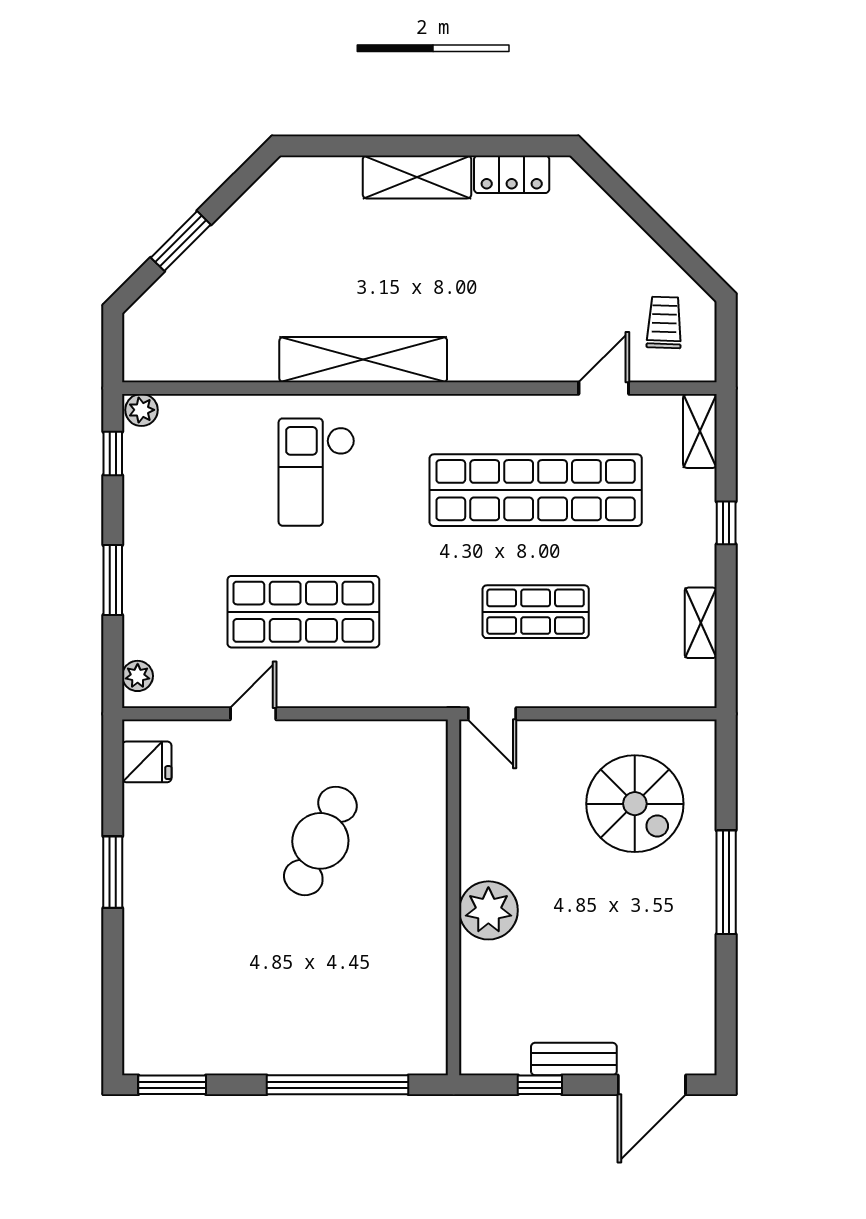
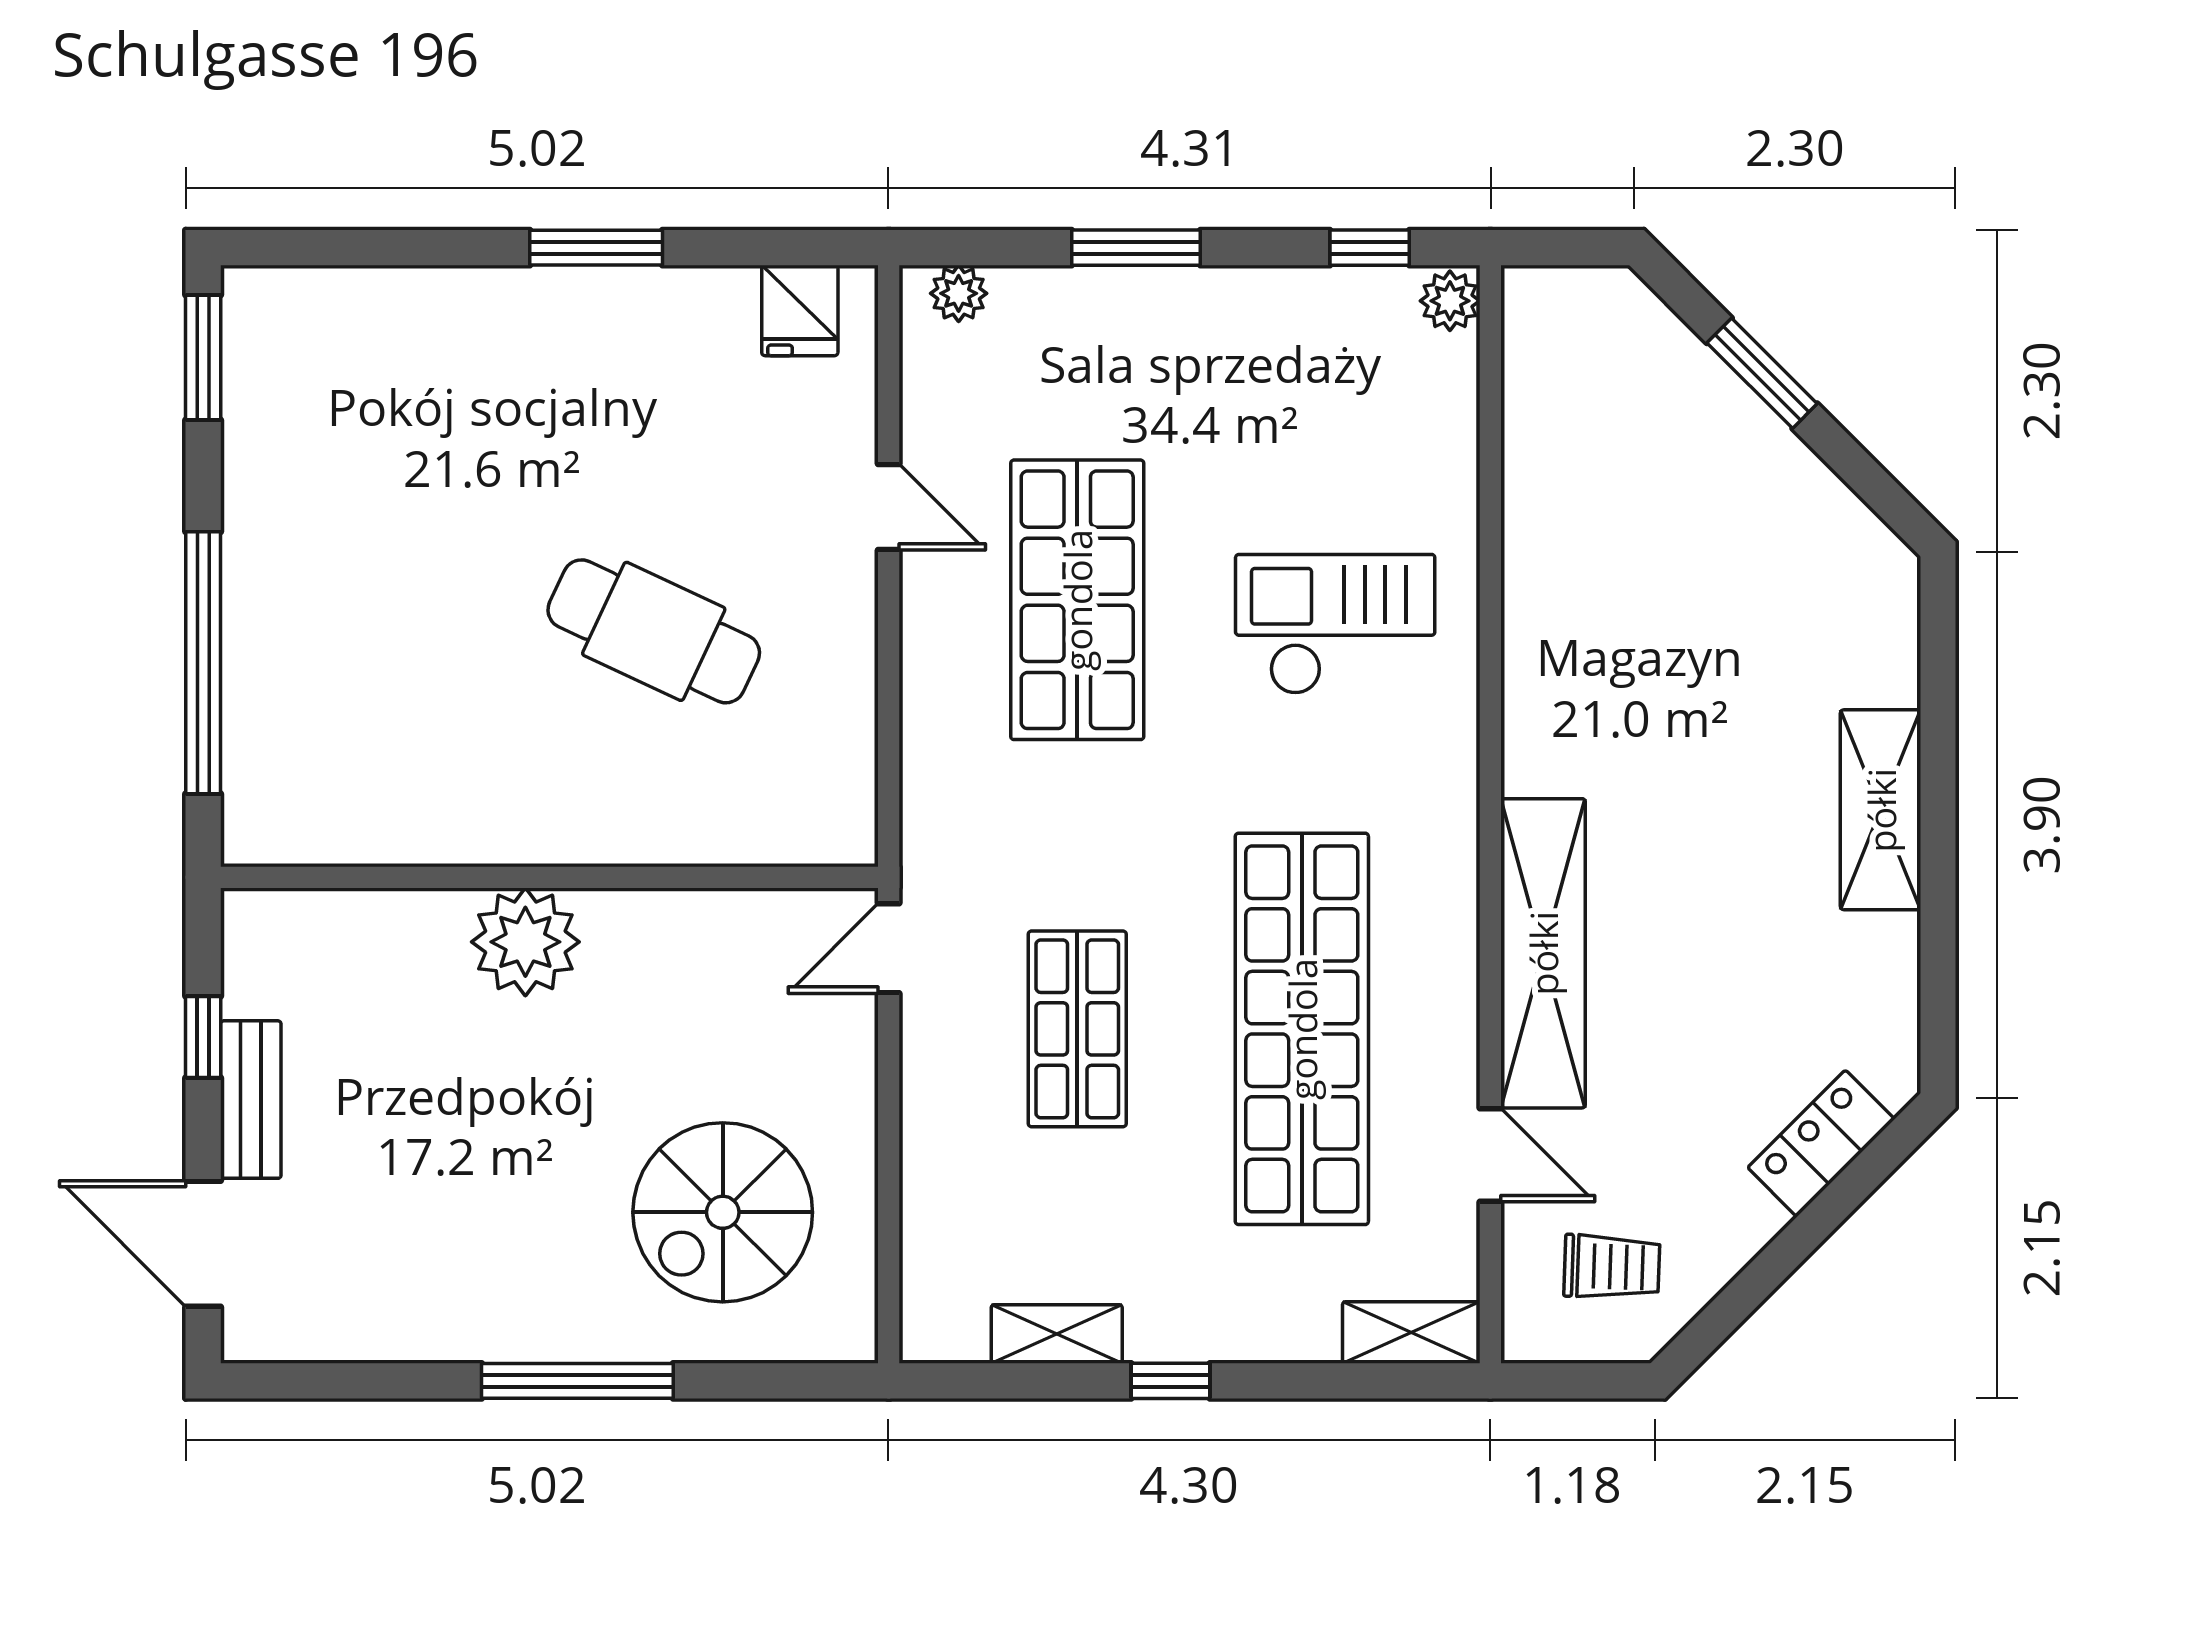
locker: (512, 174) -> (1821, 1143), moved, turned 45
shelving: (363, 360) -> (1543, 953), moved
window: (726, 523) -> (1171, 1381), moved

